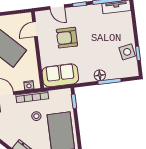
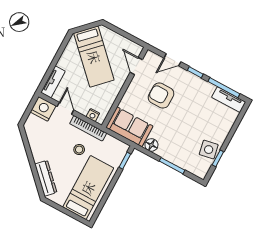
door: (57, 7) -> (172, 60), hinge flipped
door: (35, 29) -> (136, 66), hinge flipped
floor lamp: (100, 75) -> (151, 145), moved

